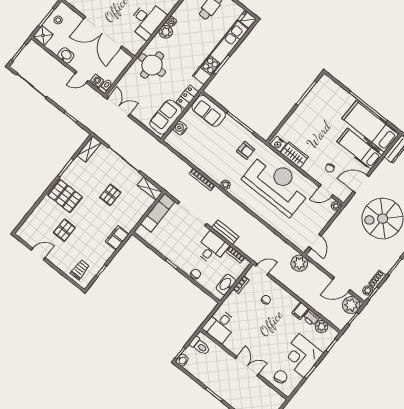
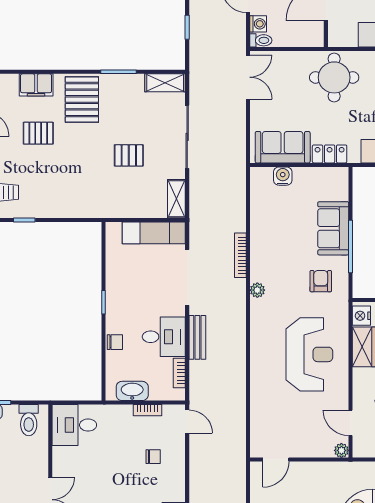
sofa: (209, 111) -> (333, 228), moved
armchair: (246, 150) -> (321, 281), turned 180
reception desk: (277, 184) -> (309, 354), width x0.74, depth x0.77
filing cabinet: (117, 238) -> (36, 85), moved, turned 180
plant: (299, 263) -> (233, 462), removed

